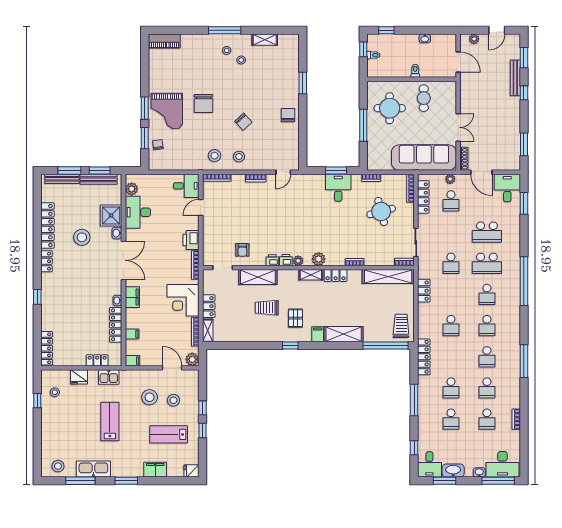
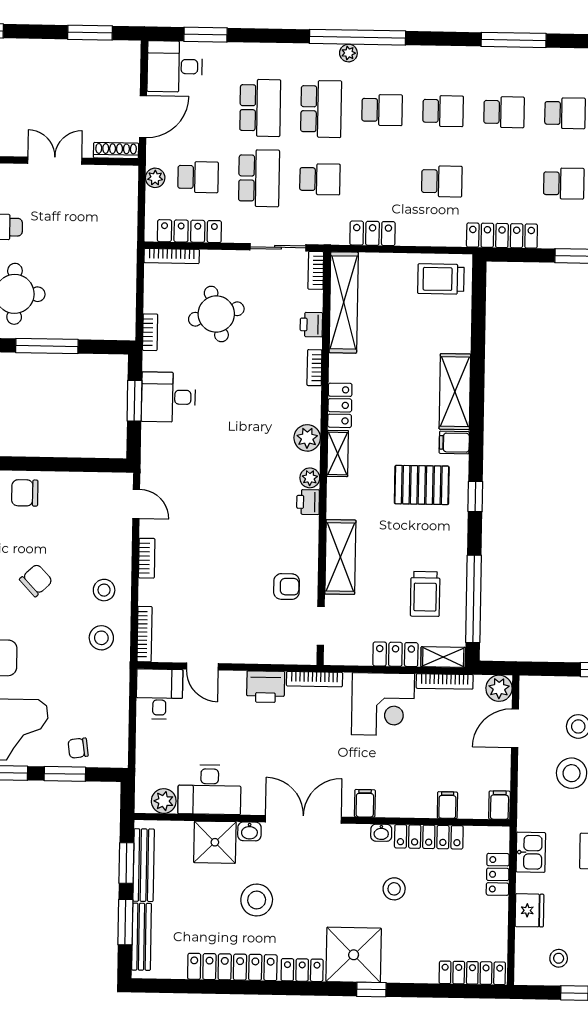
sofa: (424, 158) -> (112, 229), removed
school desk: (451, 232) -> (259, 178), added
printer: (272, 260) -> (311, 325), moved
plant: (516, 277) -> (348, 53), added
shower: (55, 287) -> (354, 955), added
filing cabinet: (132, 297) -> (365, 803), width x0.50
stool: (89, 308) -> (394, 889), added
trolley: (267, 308) -> (425, 594), moved
pallet: (296, 318) -> (422, 485), width x1.50, depth x1.42
window: (386, 346) -> (474, 599), moved

